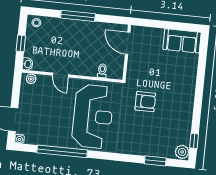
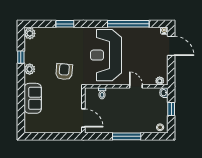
sofa: (182, 41) -> (33, 98), moved, turned 90
armchair: (145, 102) -> (64, 72), turned 95
plant: (187, 109) -> (30, 69), added
window: (194, 141) -> (21, 57), moved
window: (155, 161) -> (65, 24), moved

